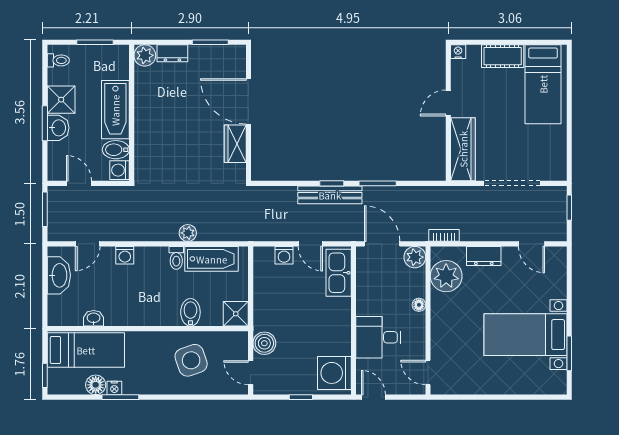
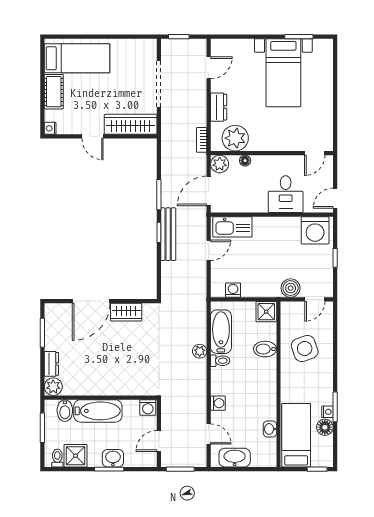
shower: (61, 100) -> (76, 456), moved
bidet: (116, 150) -> (65, 411), moved
washing machine: (284, 255) -> (233, 290), moved, turned -90
floor lamp: (419, 305) -> (245, 161), moved

